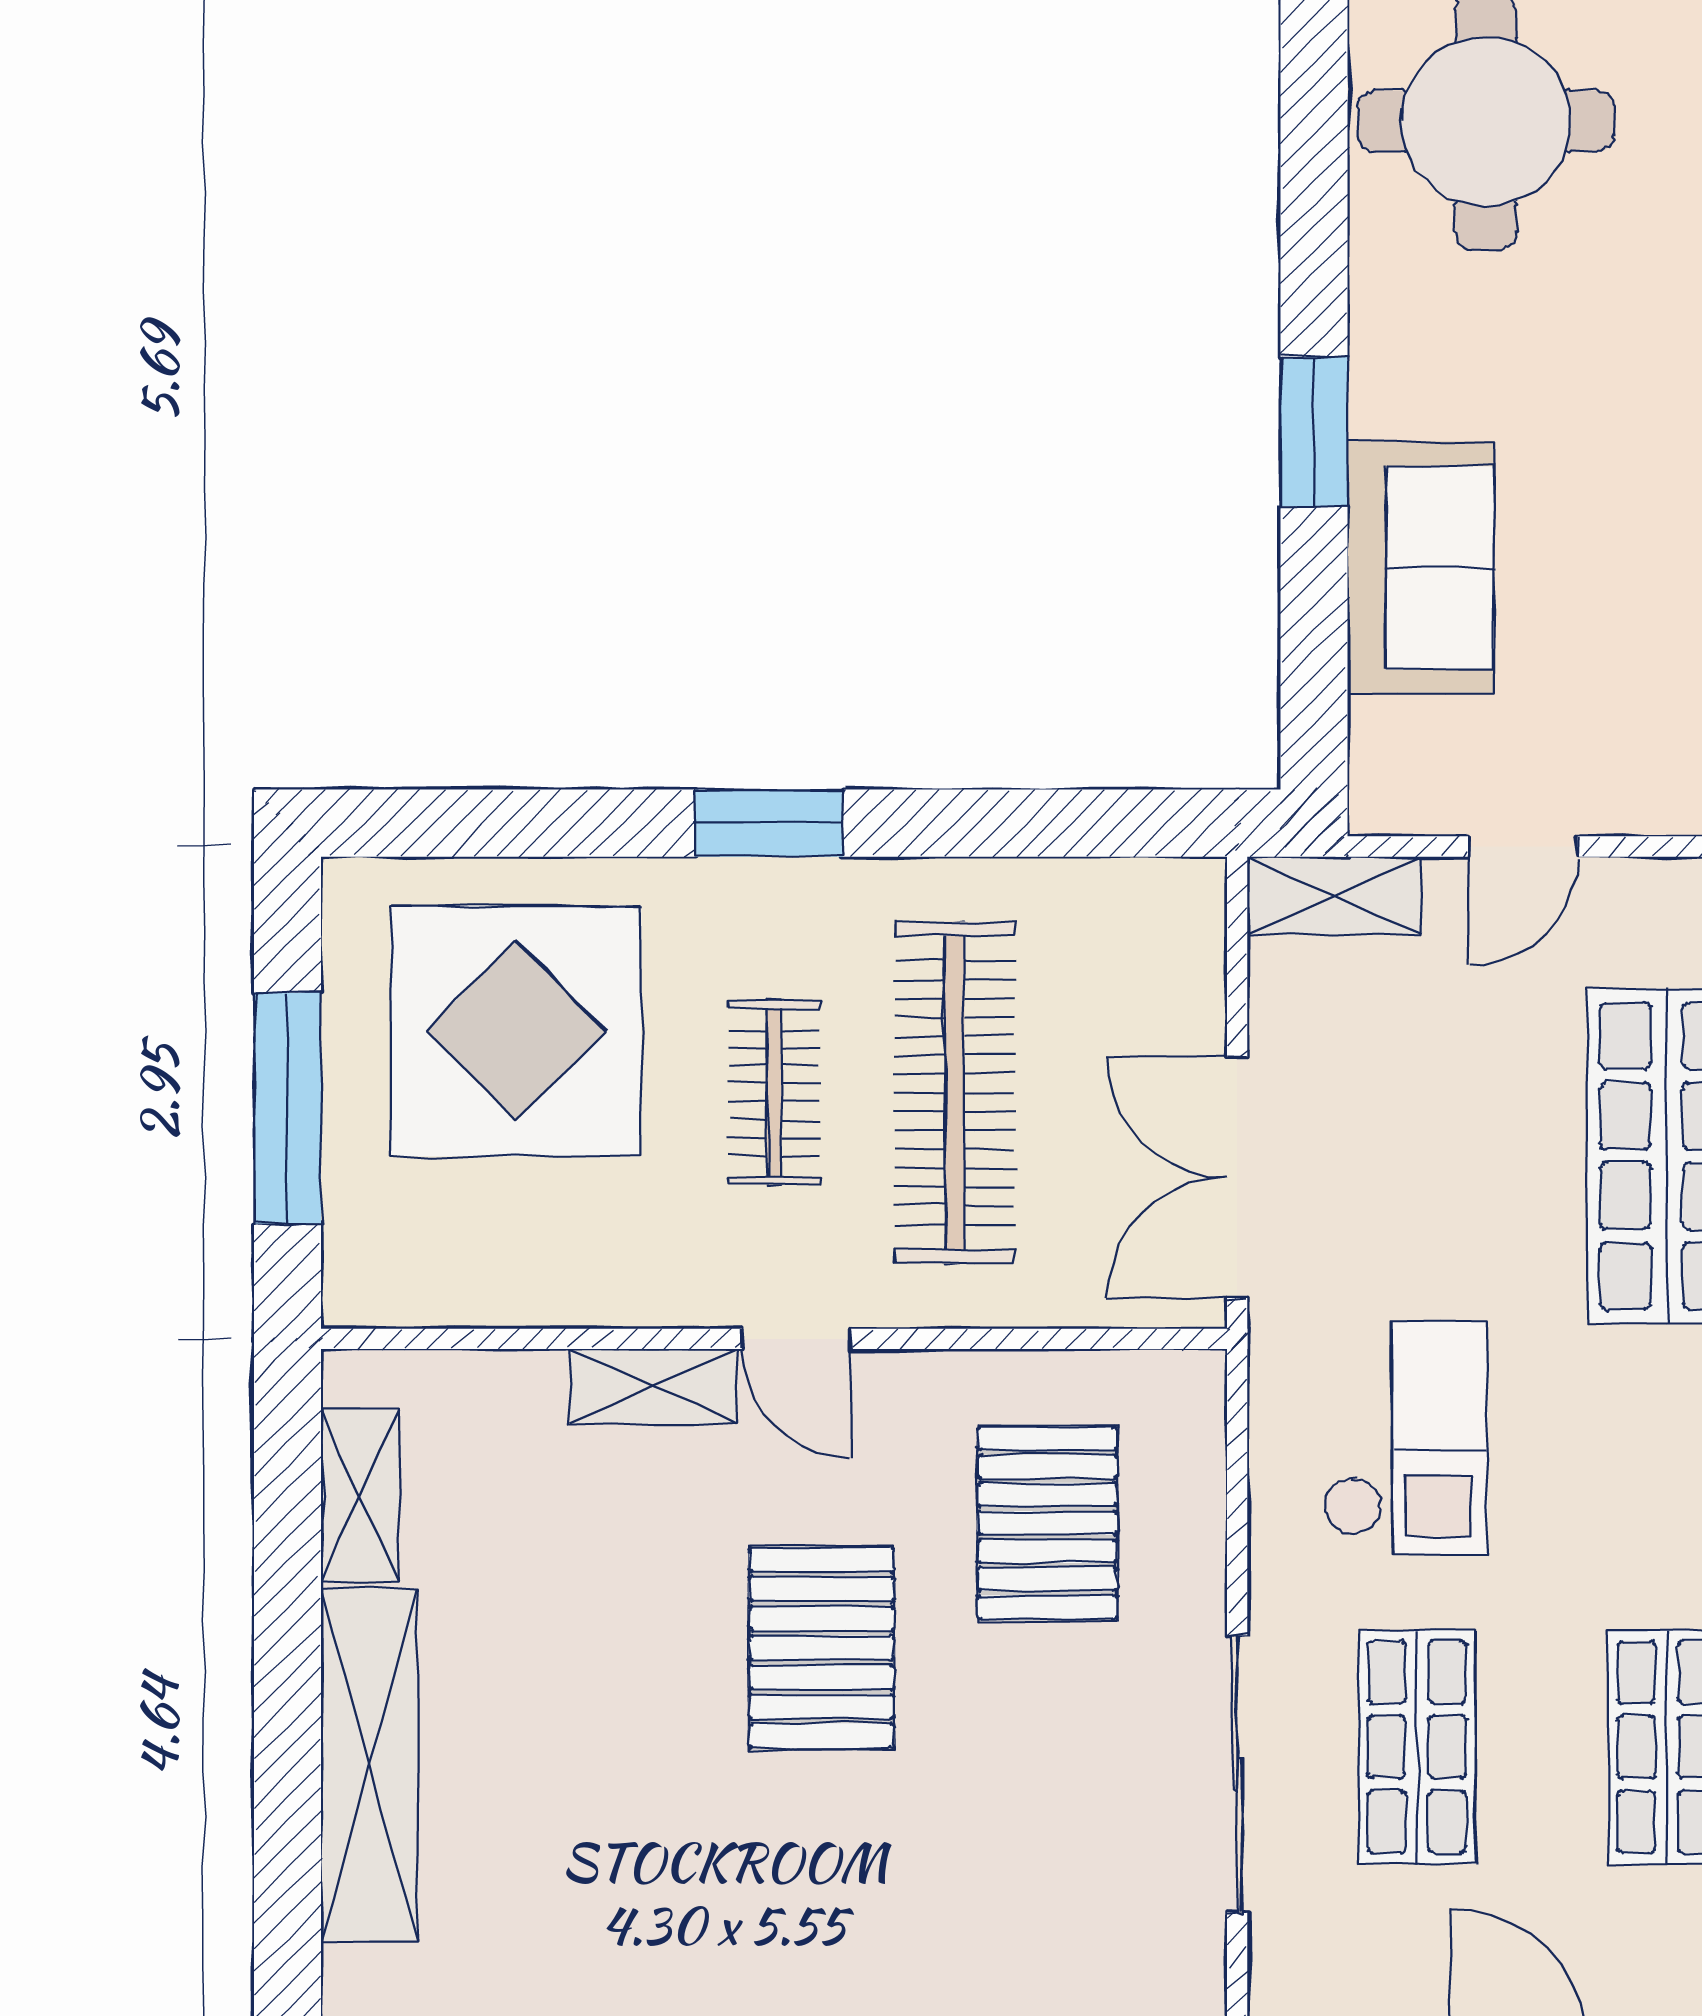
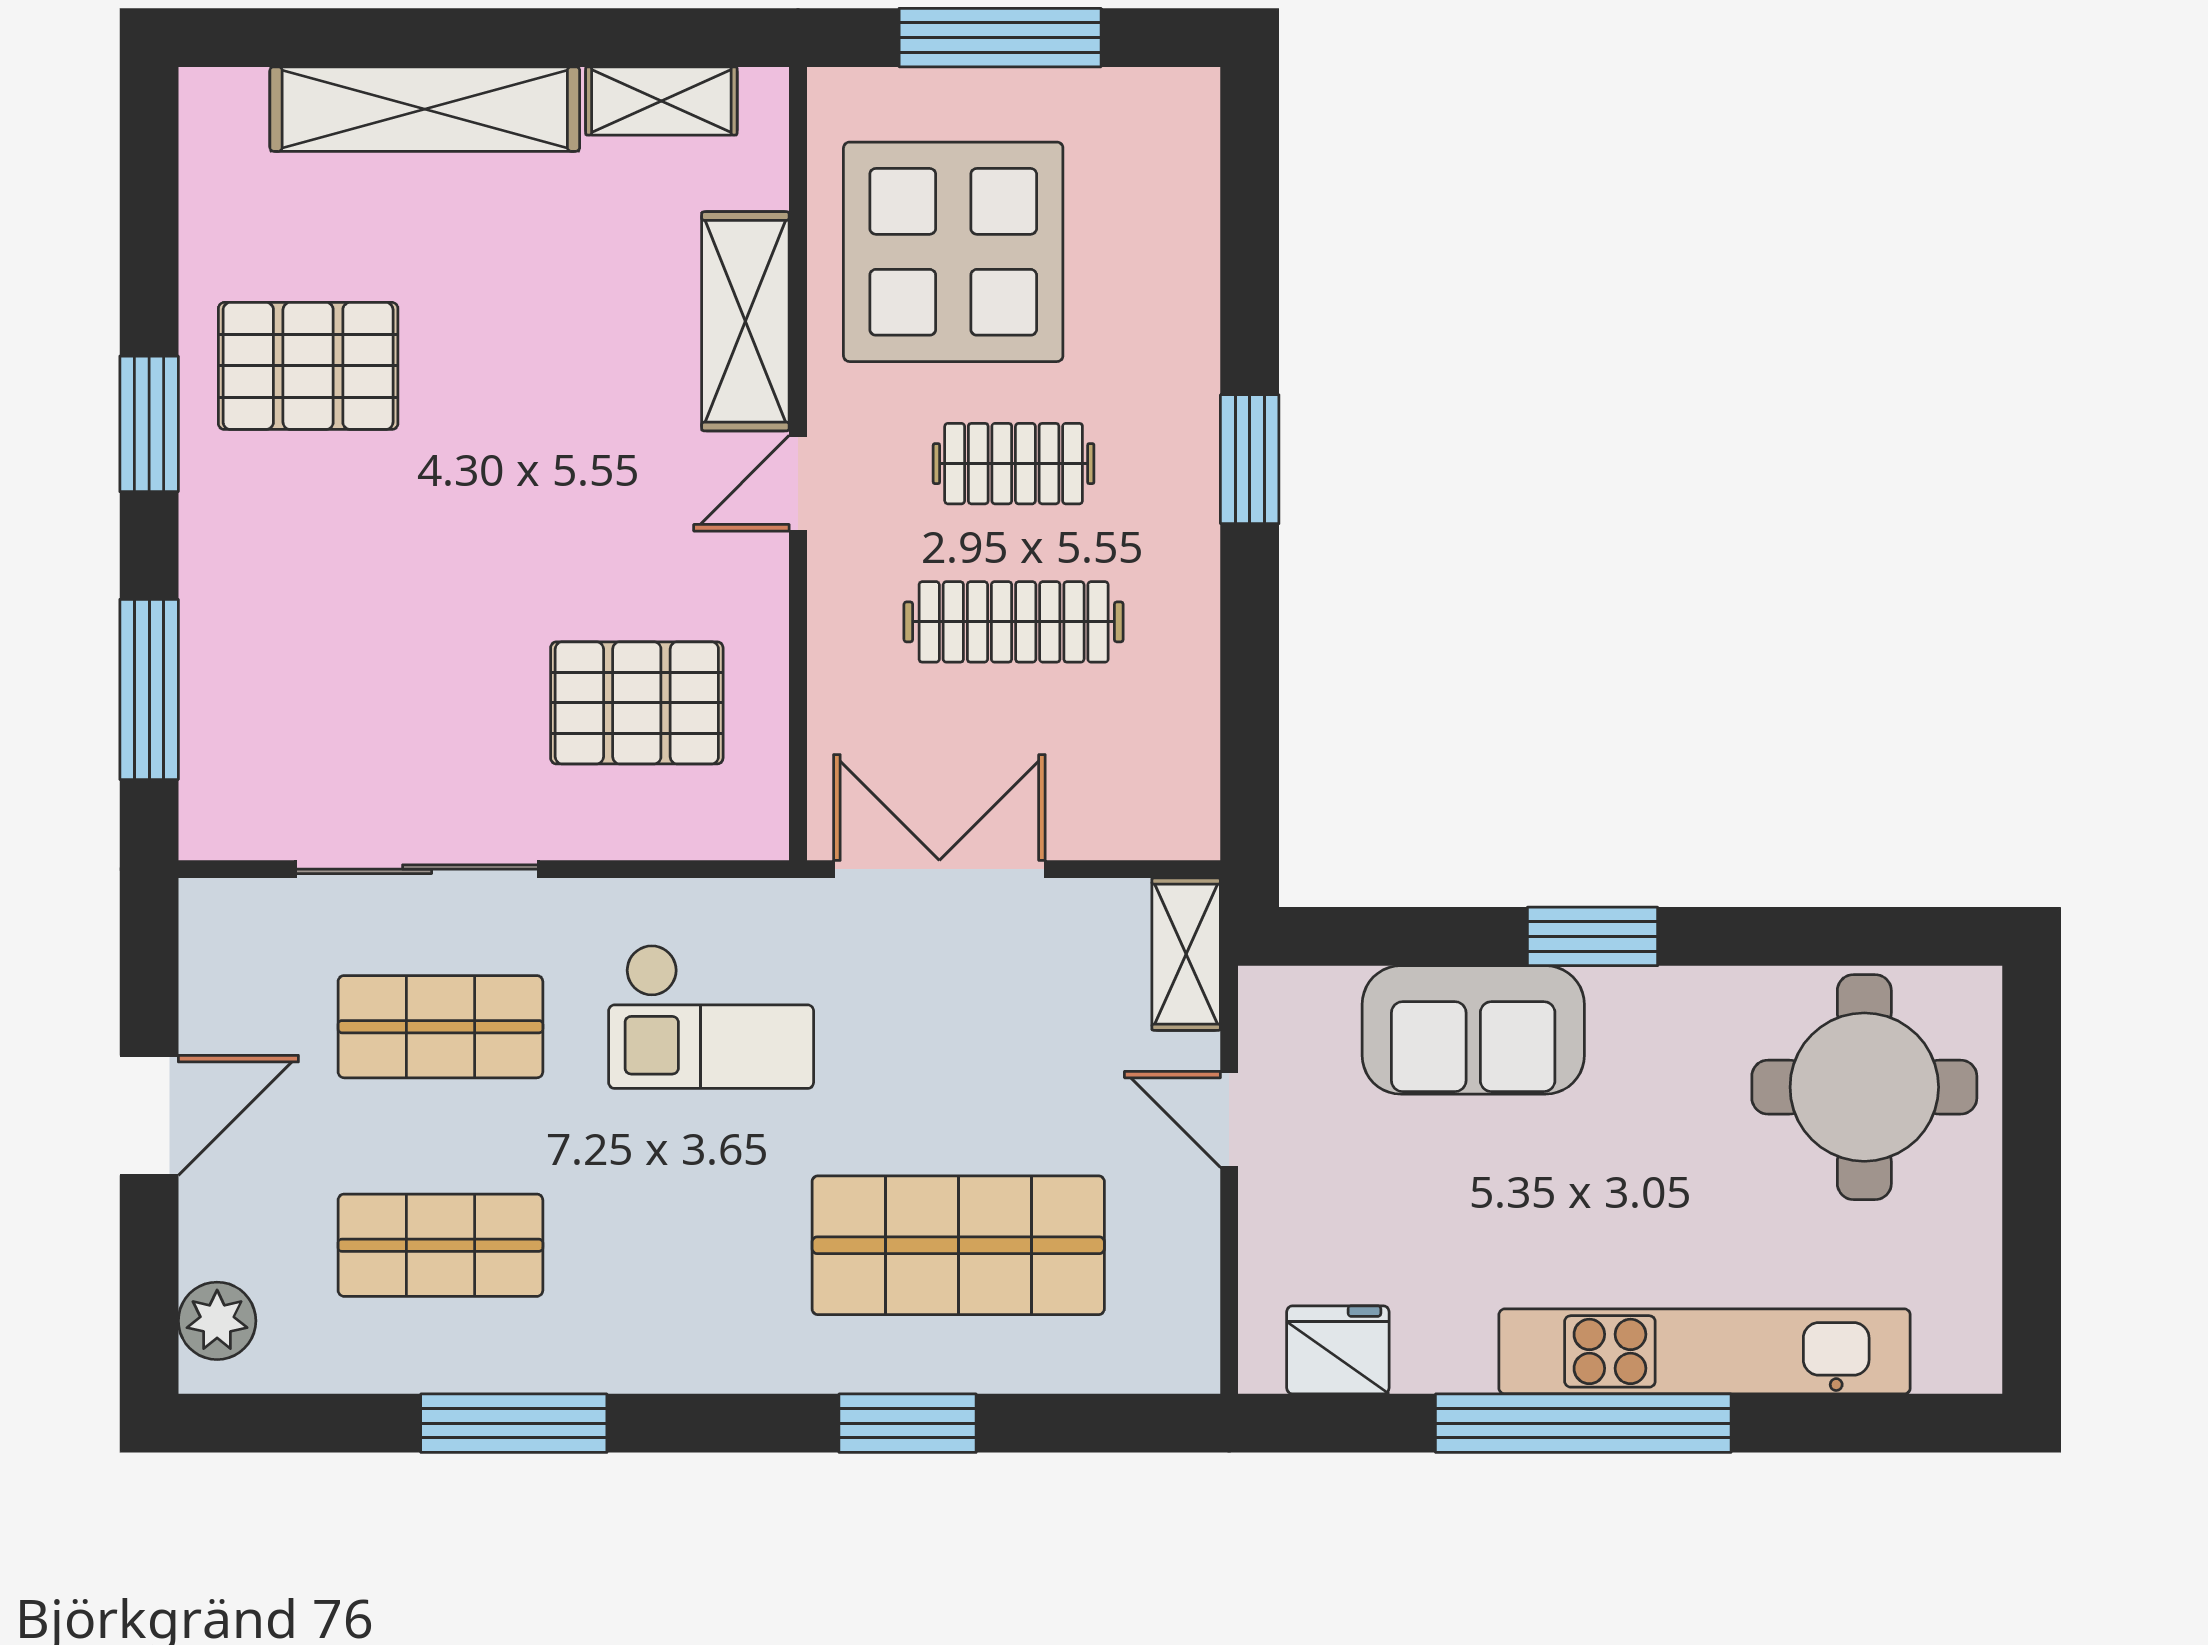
display table: (516, 1031) -> (953, 252), moved
clothes rail: (955, 1093) -> (1014, 622), width x0.73, depth x0.76
shelving: (653, 1386) -> (745, 321), width x1.50, depth x1.33
pallet: (821, 1648) -> (308, 366), moved

